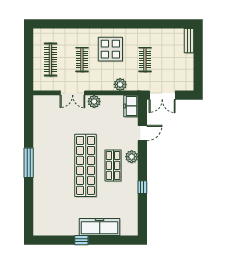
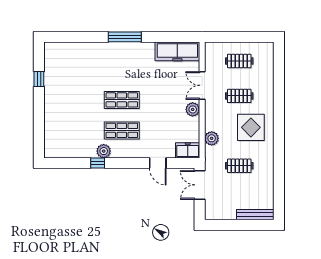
bench: (189, 41) -> (255, 215), width x1.36
clothes rail: (50, 60) -> (239, 61), width x0.73
plant: (132, 157) -> (104, 151), moved
shop shelf: (86, 165) -> (122, 100), width x0.50, depth x0.74
freezer: (100, 227) -> (177, 51), moved, turned 90
window: (81, 240) -> (39, 79), moved

